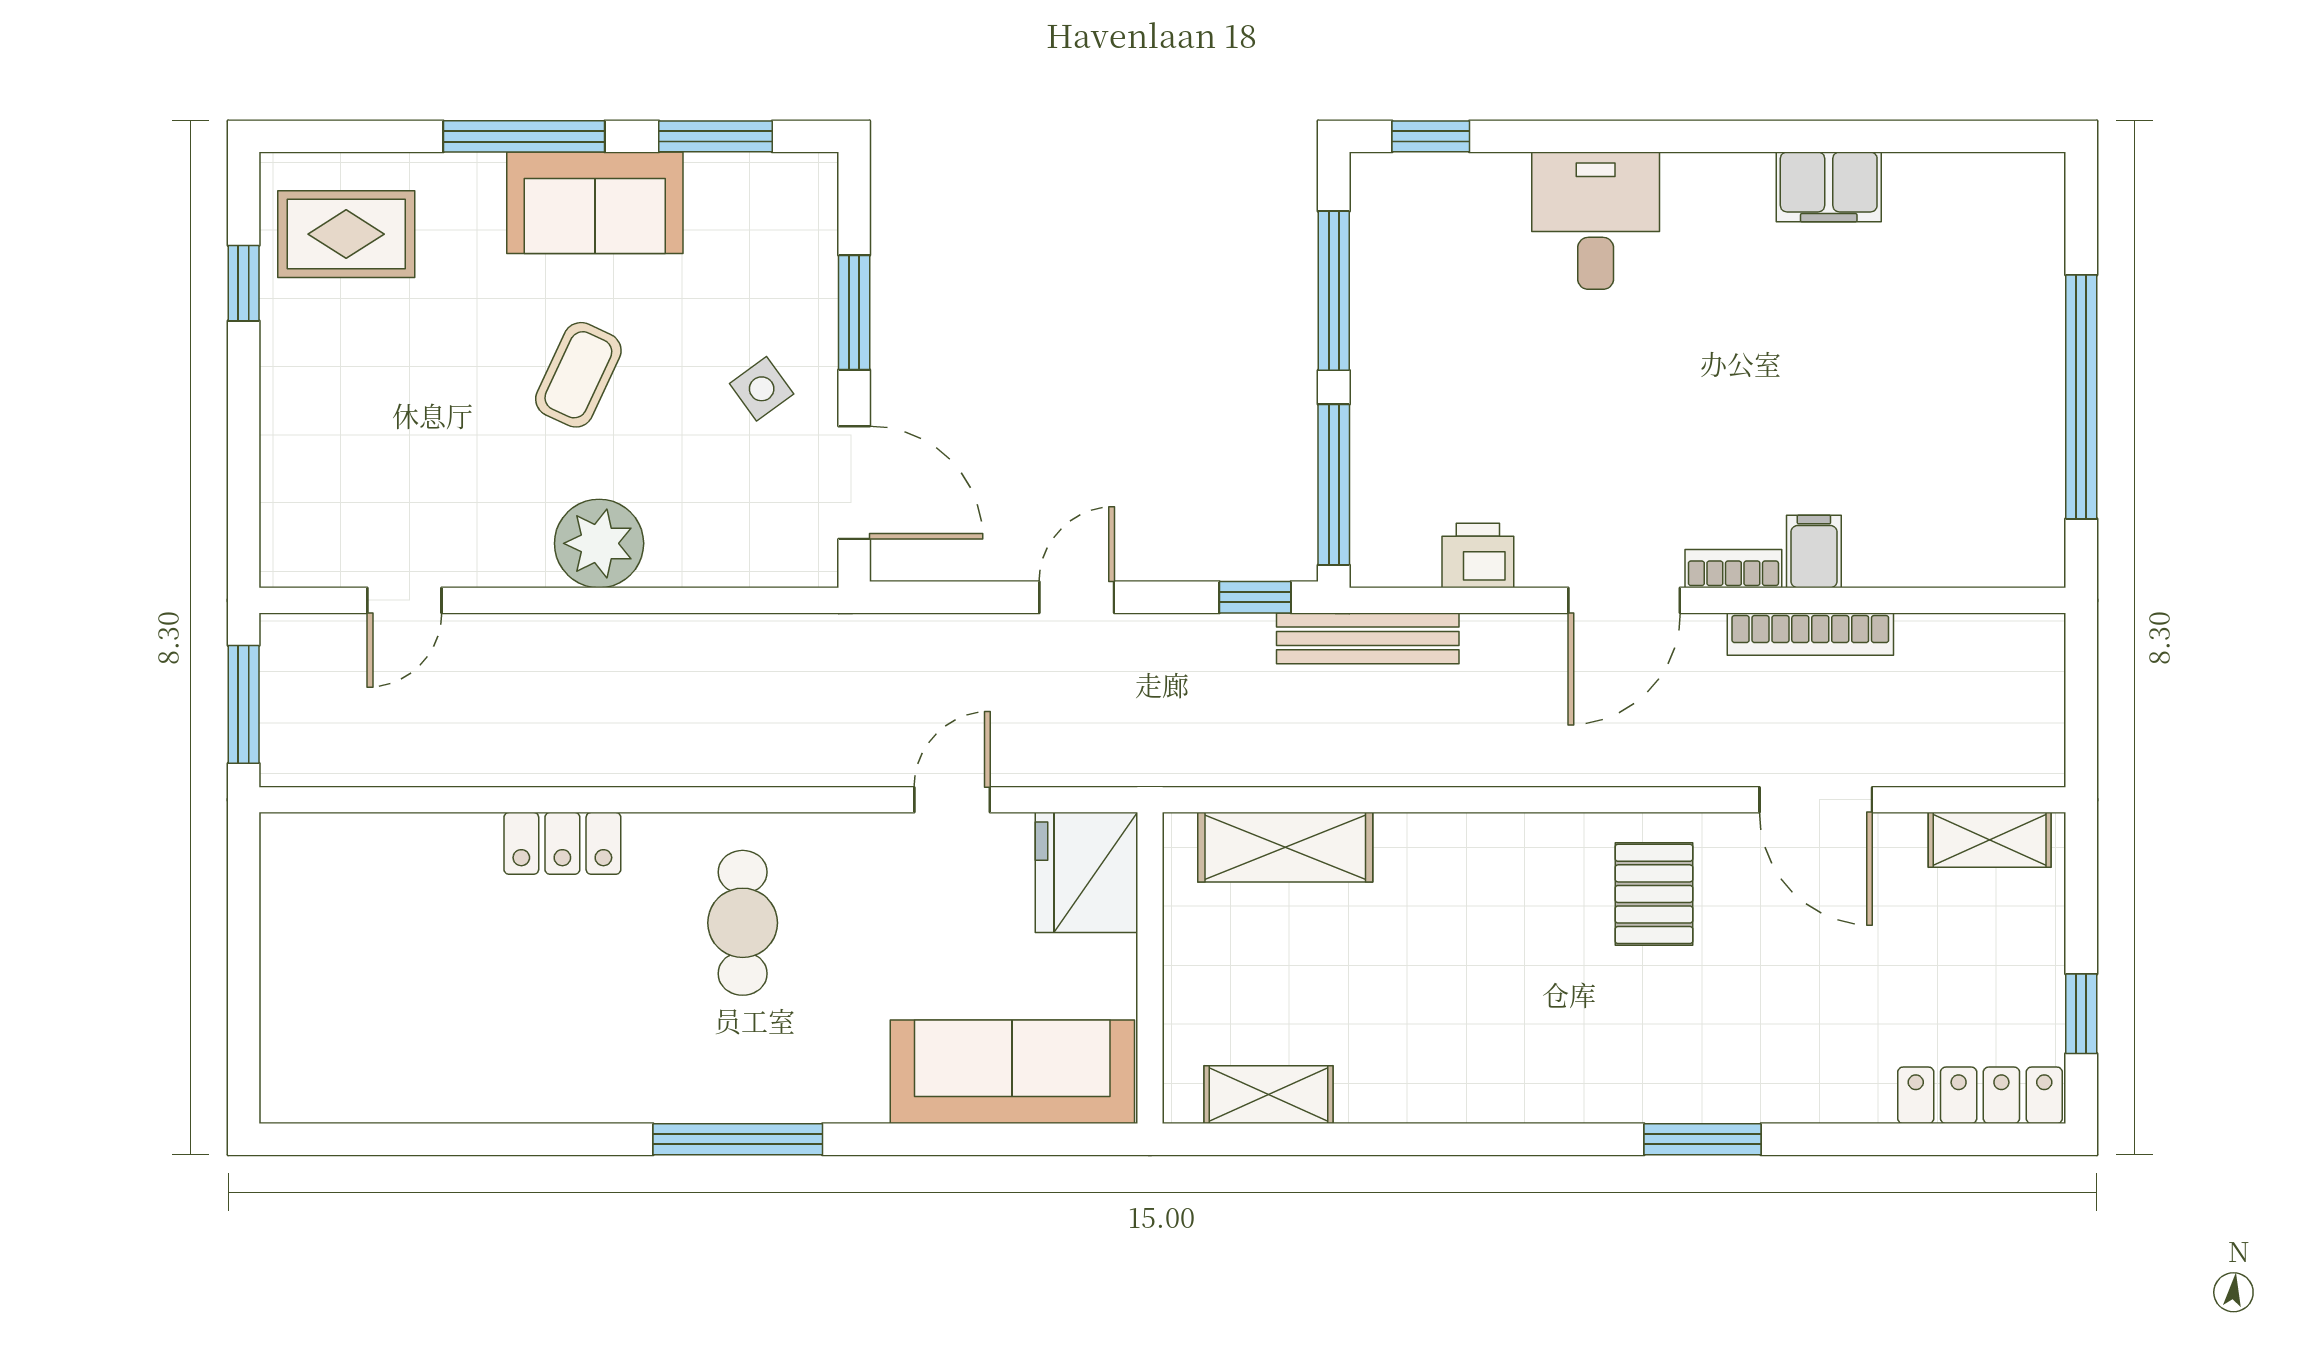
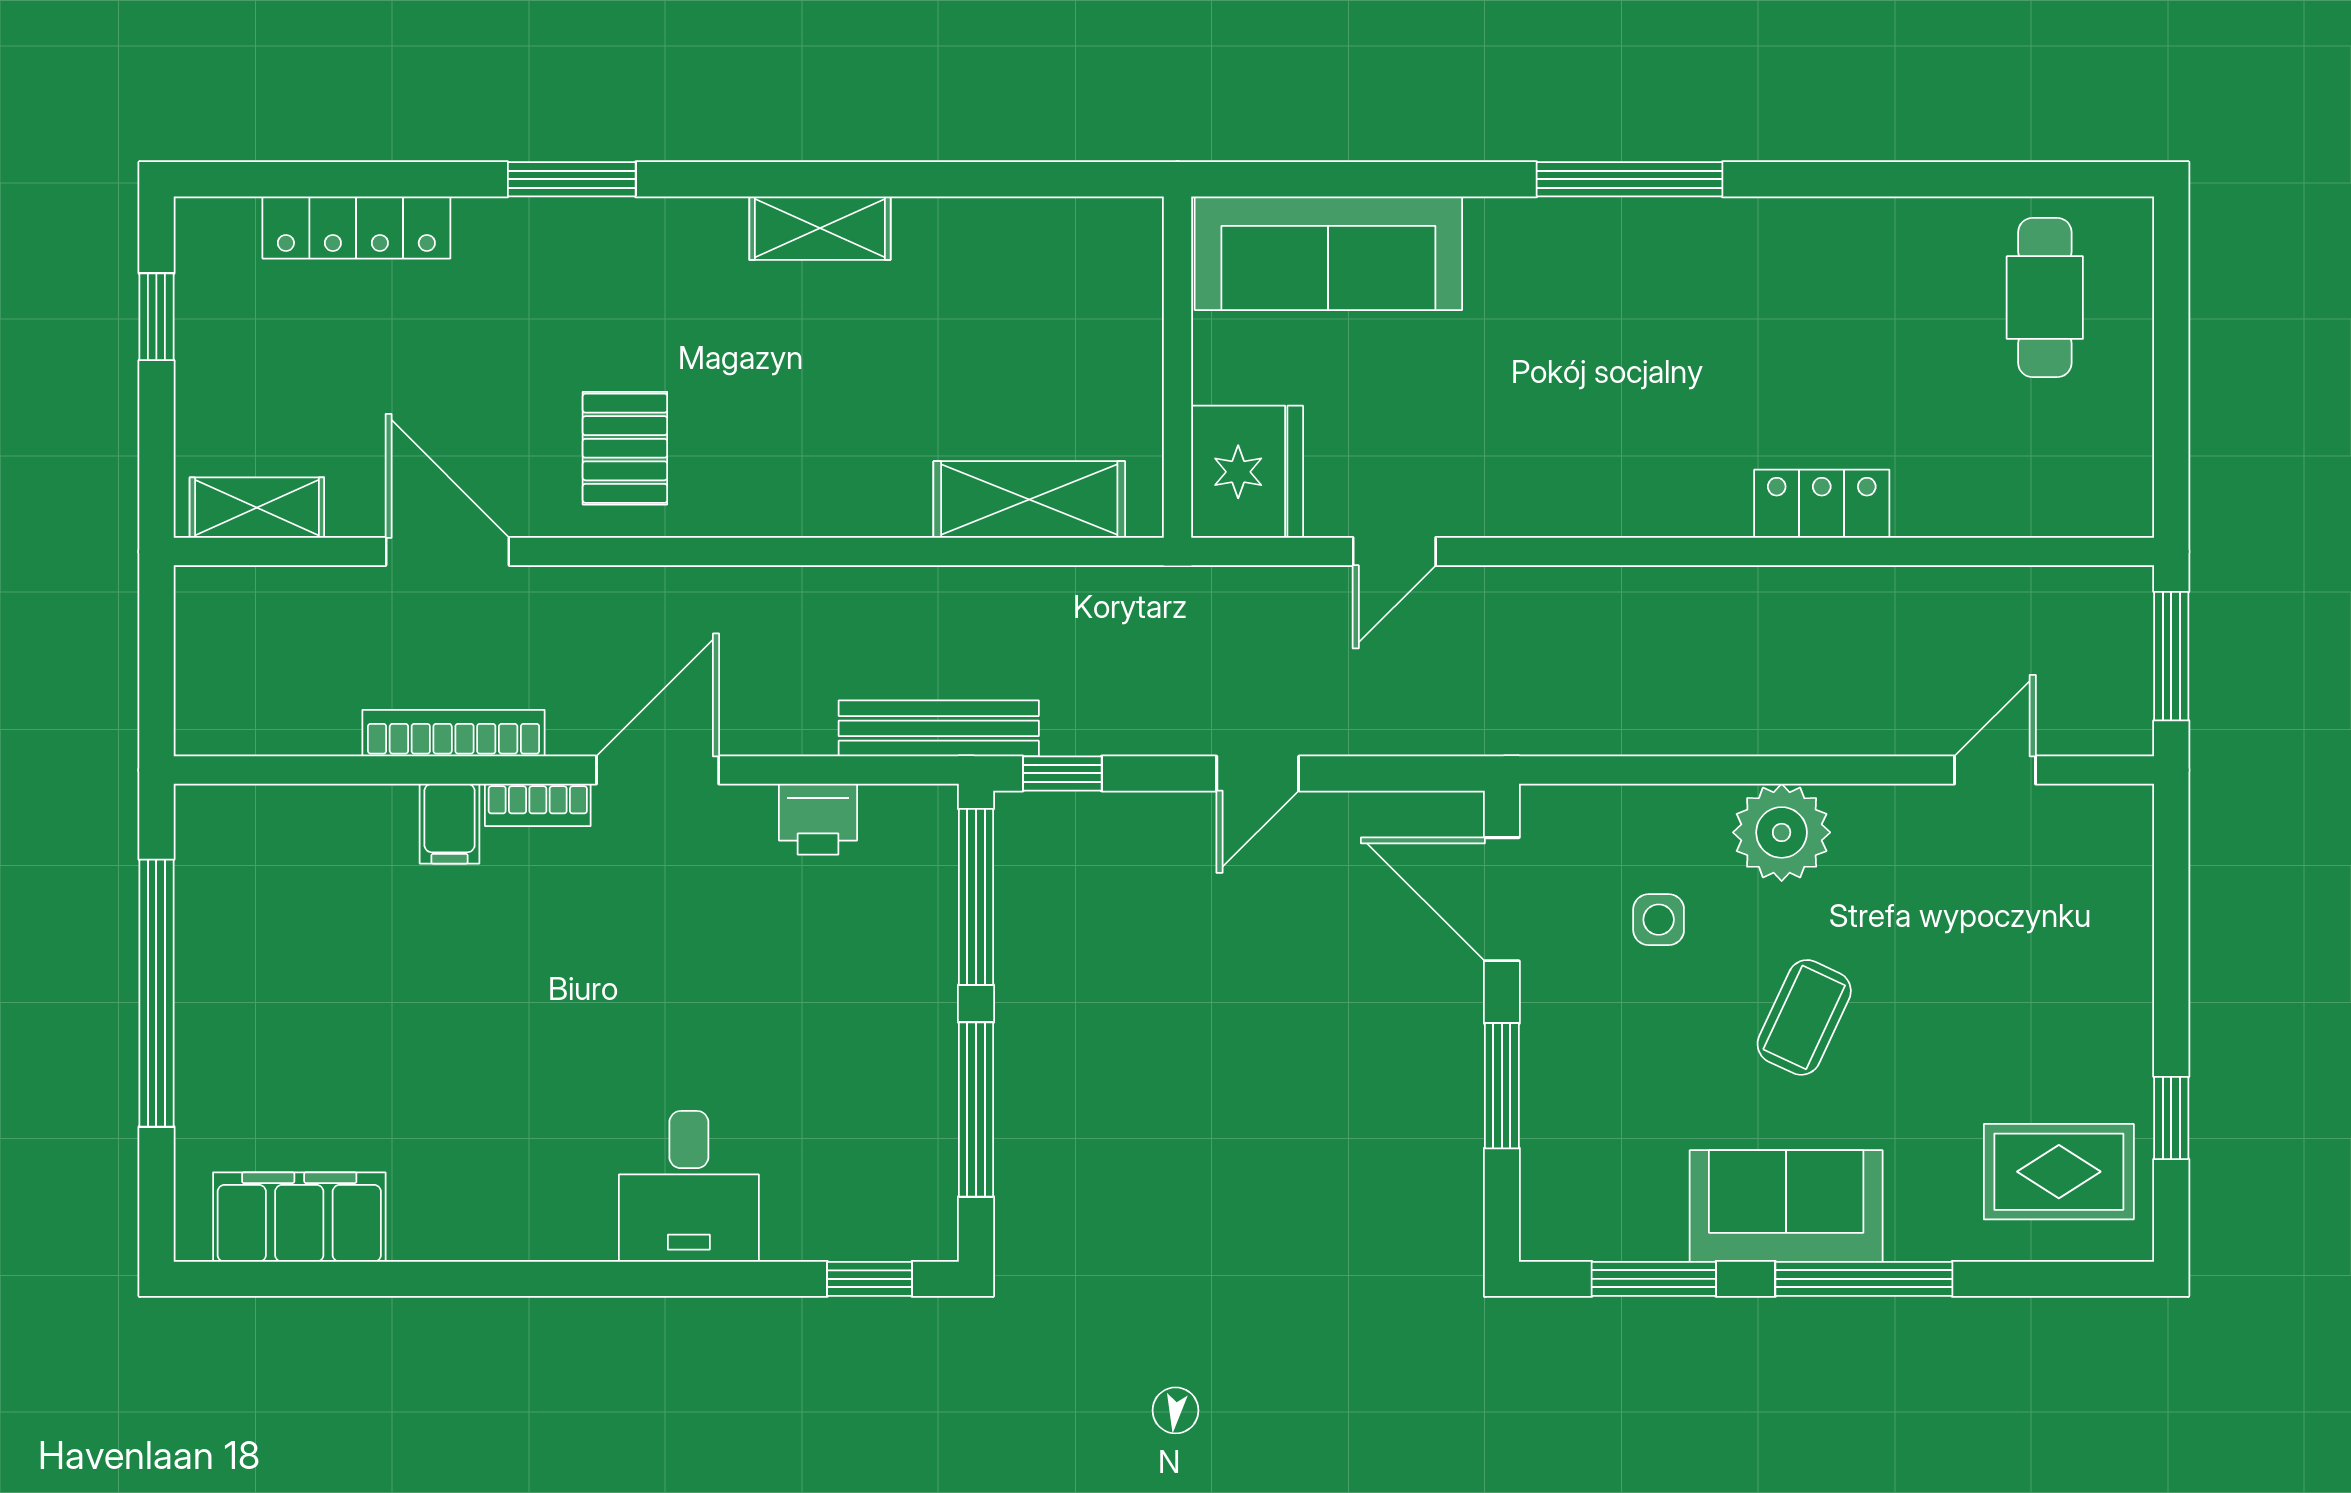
filing cabinet: (1829, 187) -> (299, 1217), moved, width x1.50, depth x1.17
side table: (762, 389) -> (1659, 920), moved, turned 36
cafe table: (743, 923) -> (2045, 298), moved
shelving: (1269, 1095) -> (820, 228), moved
locker: (1980, 1095) -> (356, 227), moved

